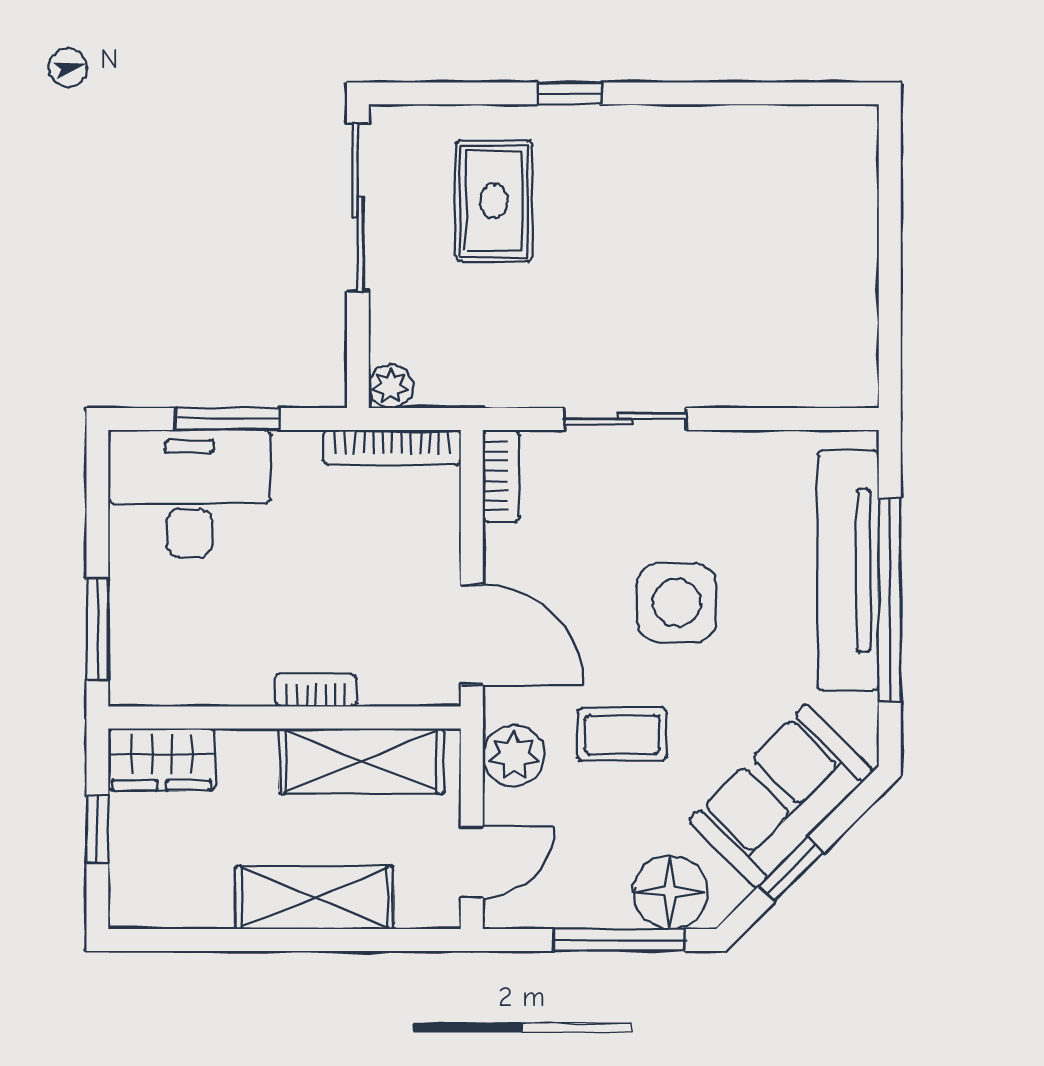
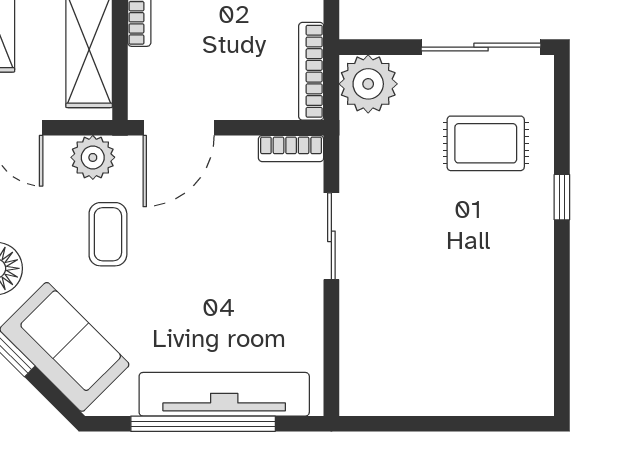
plant: (391, 386) -> (368, 84), width x1.87, depth x1.87
side table: (677, 603) -> (201, 273), removed

